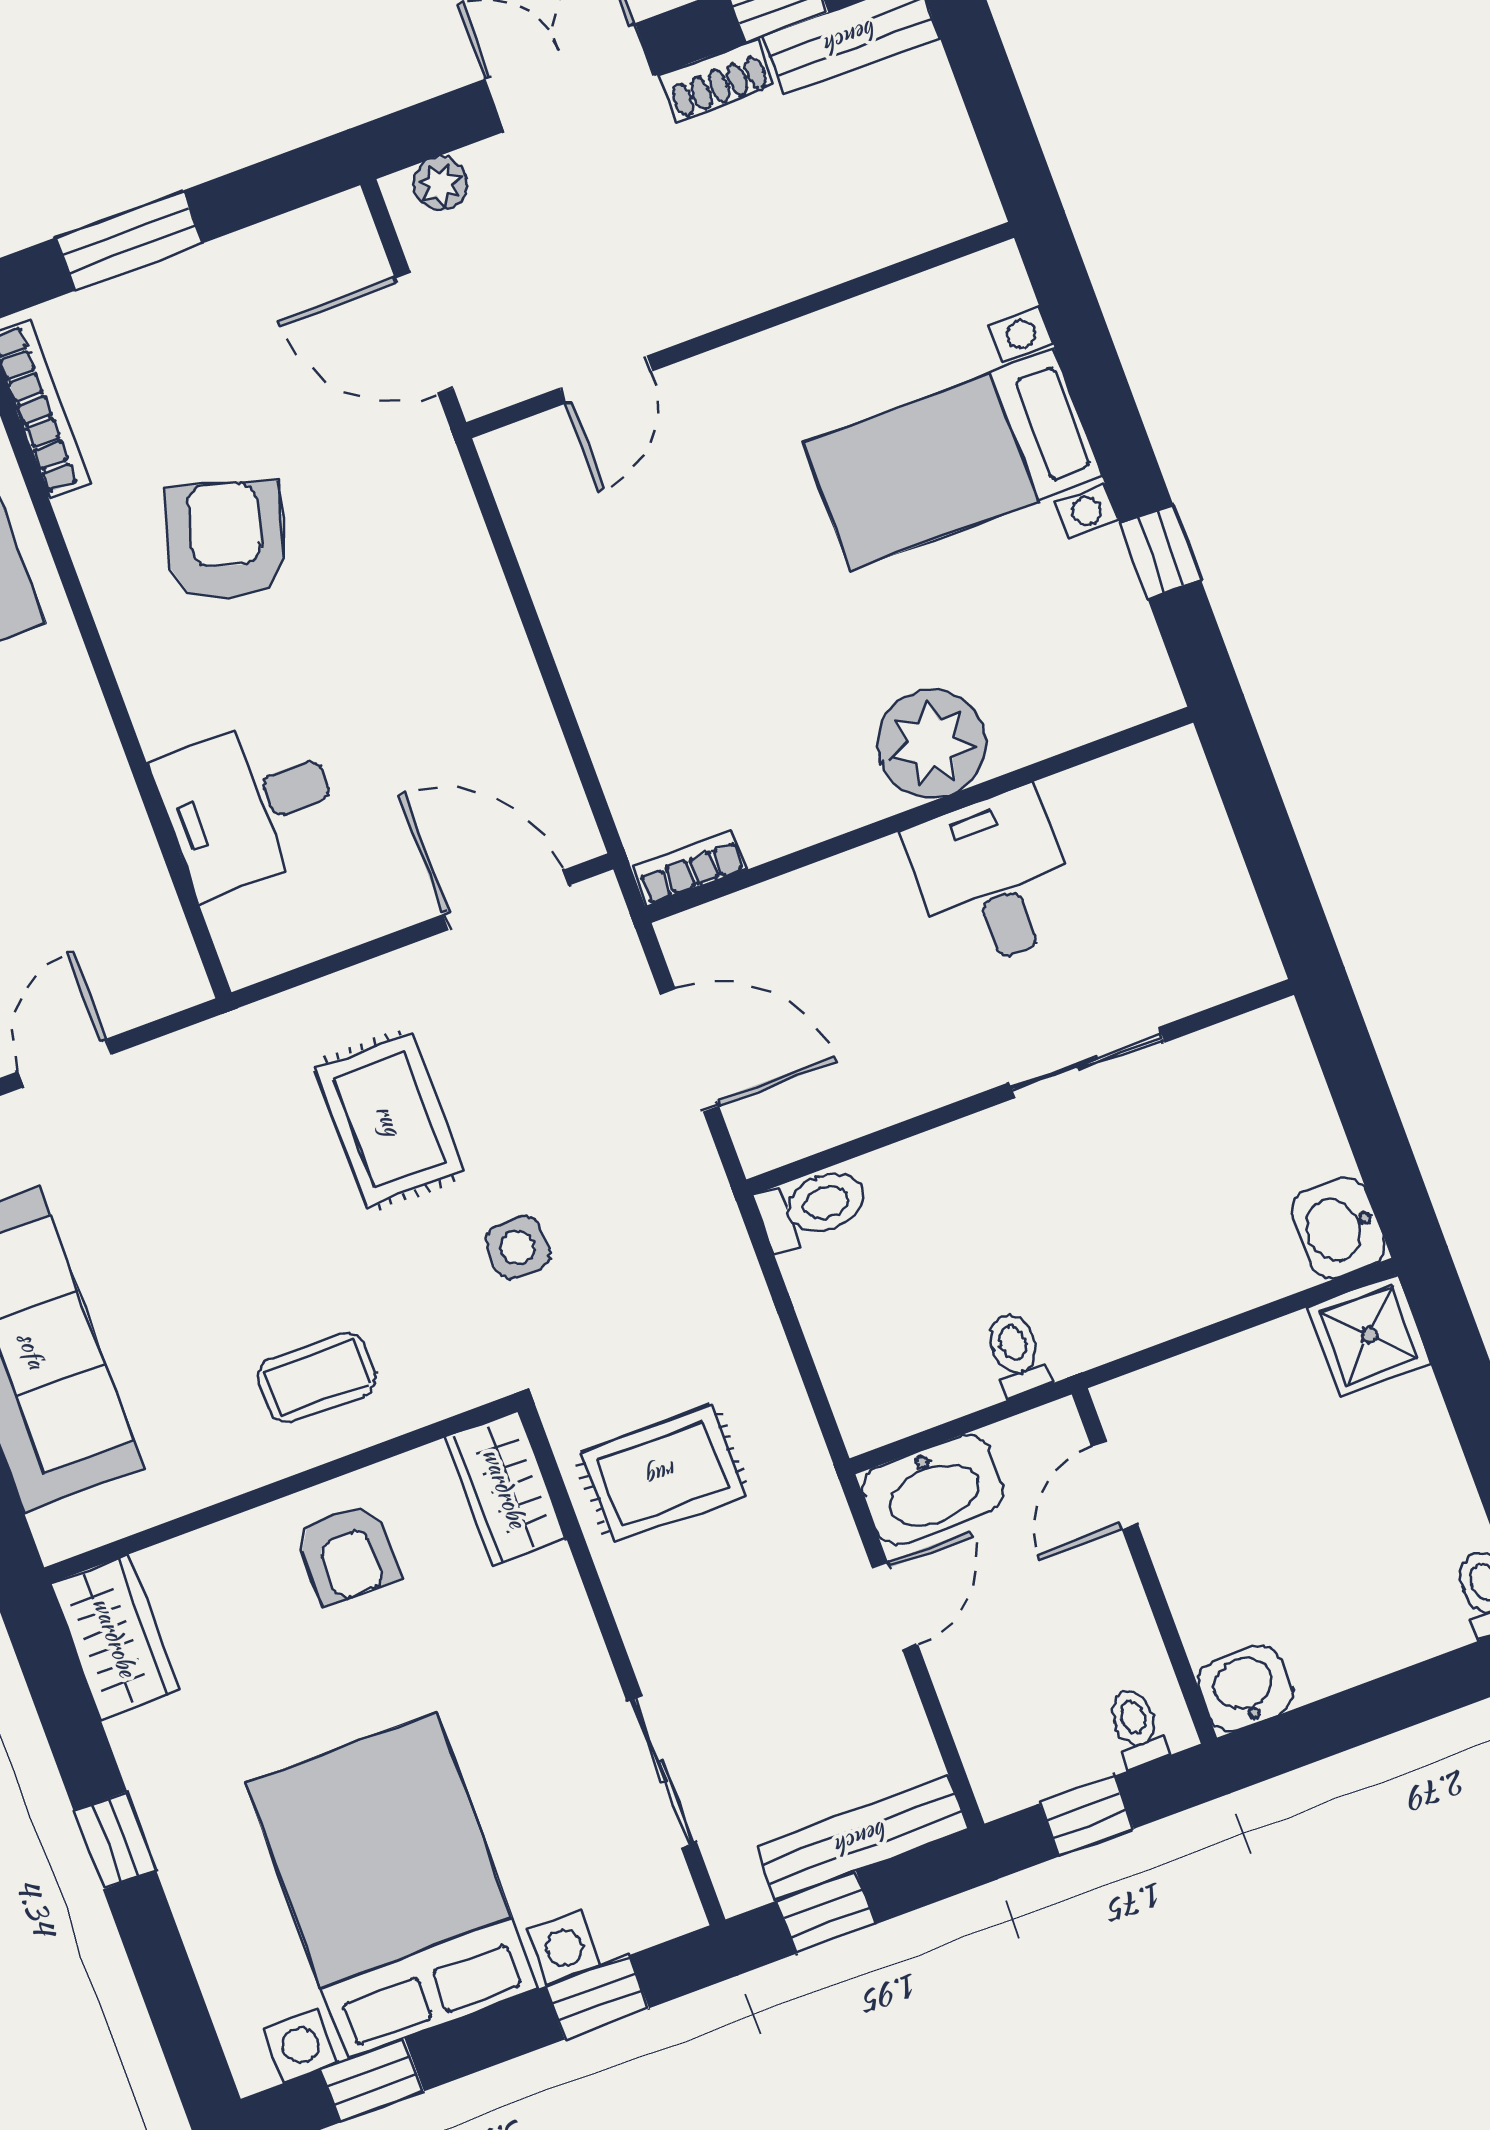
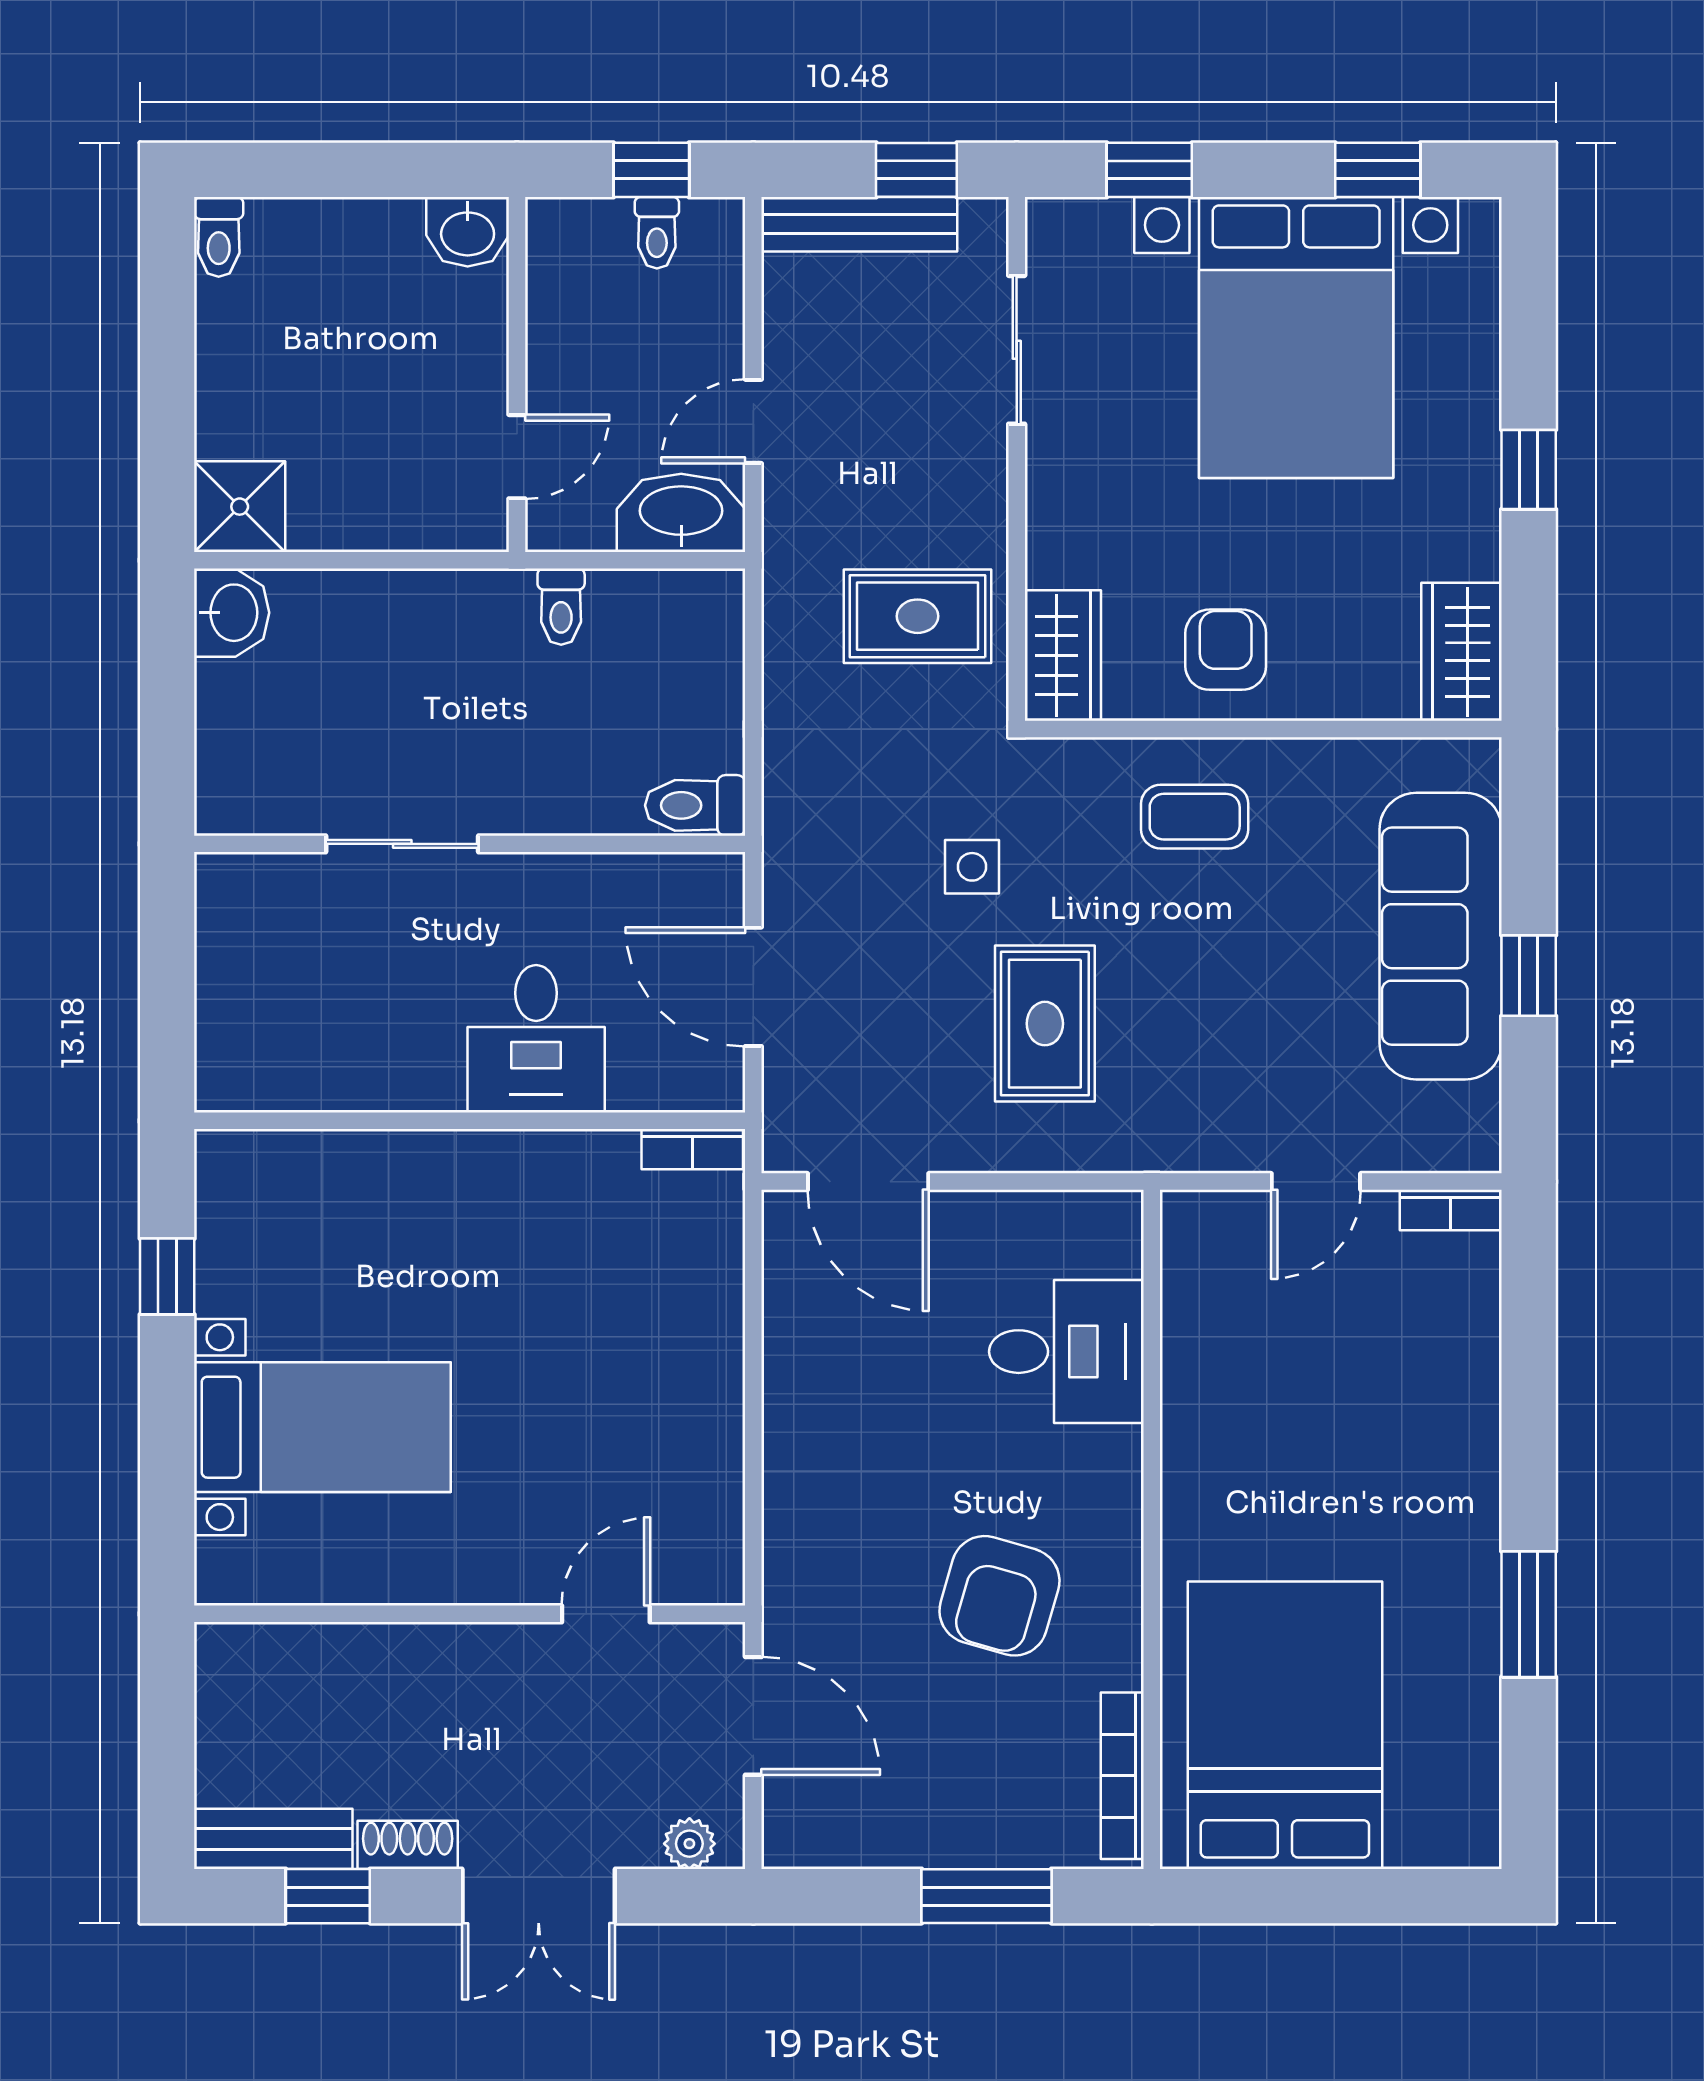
plant: (932, 744) -> (435, 1181), removed
desk: (993, 879) -> (536, 1039), moved
toilet: (1137, 1727) -> (657, 233), moved

